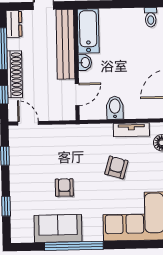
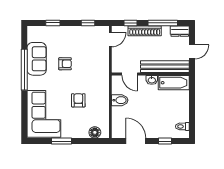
tv unit: (131, 130) -> (104, 111), removed
armchair: (116, 167) -> (78, 100), turned -106

